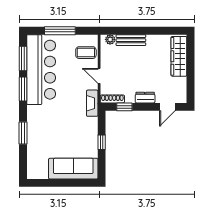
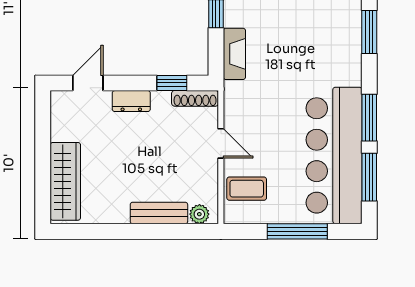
fireplace: (92, 103) -> (234, 54), moved

